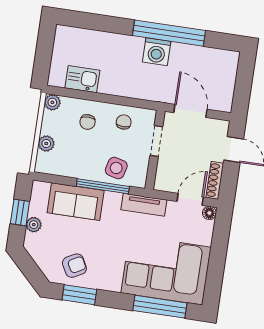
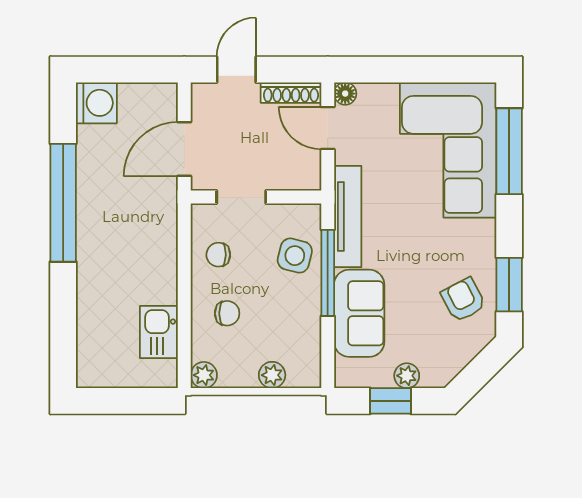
washing machine: (157, 52) -> (96, 103), moved
tv unit: (144, 205) -> (348, 217), width x1.41

